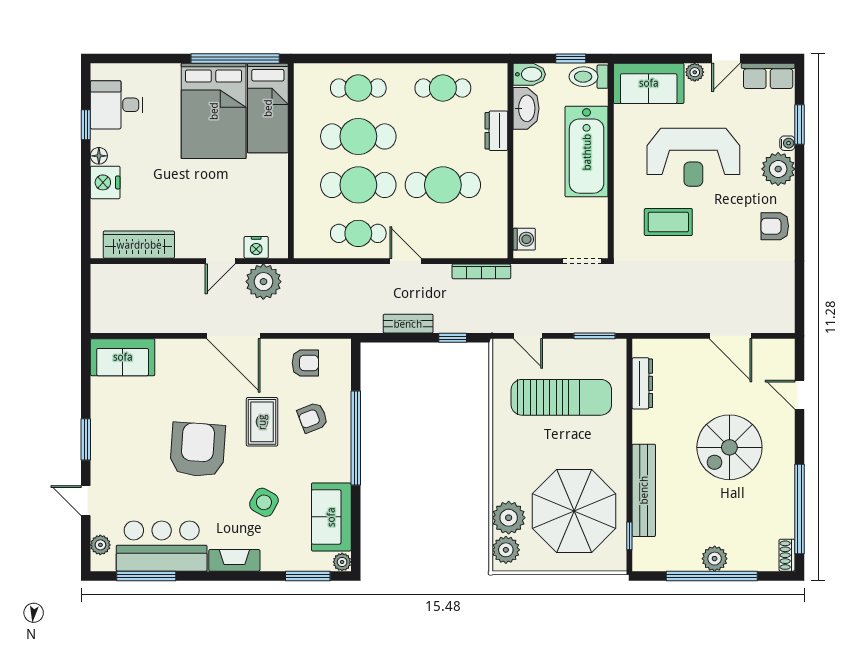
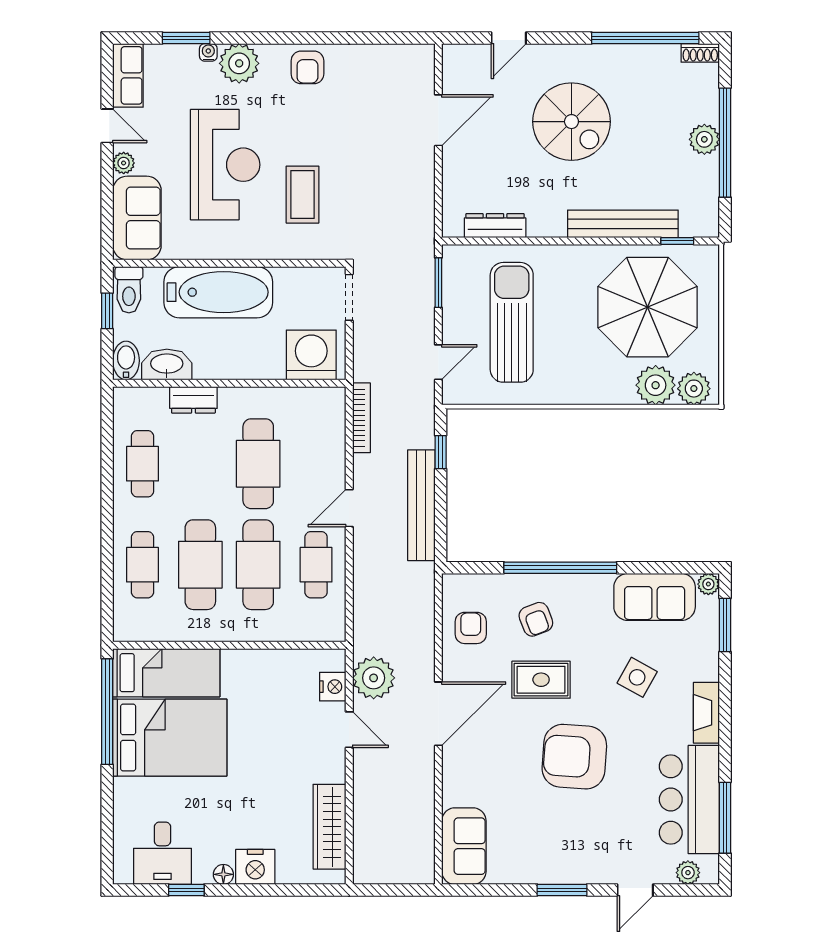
washing machine: (524, 239) -> (311, 355), width x1.89, depth x1.89
bench: (408, 324) -> (421, 505), width x1.86, depth x1.21

